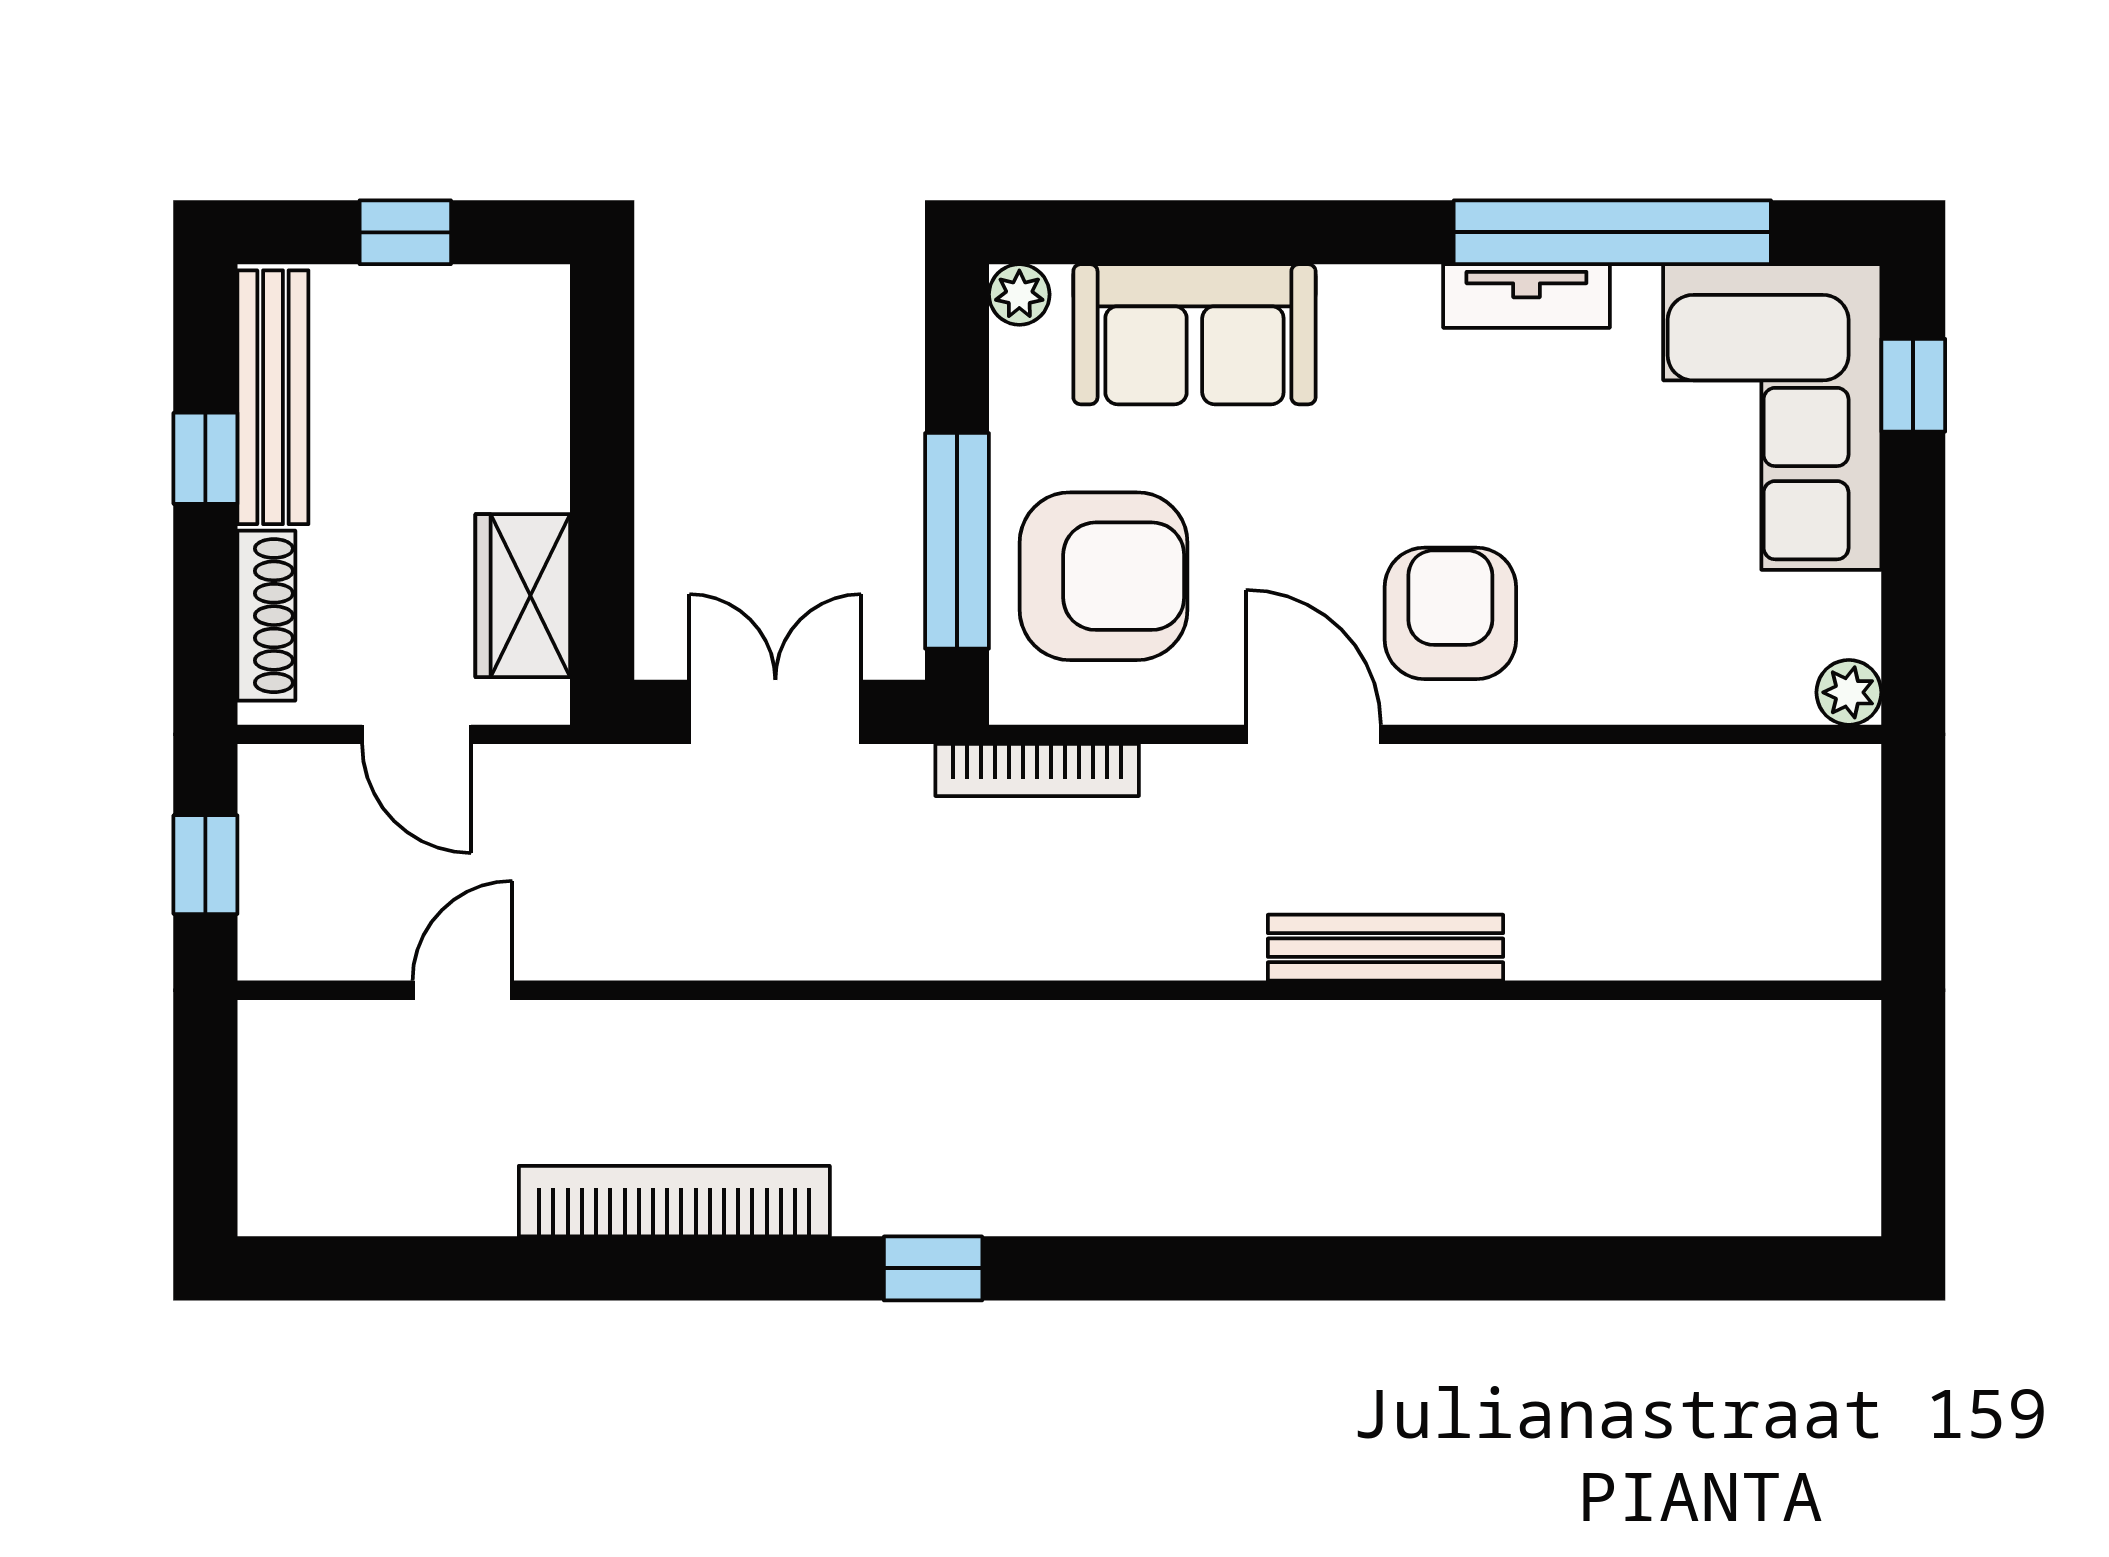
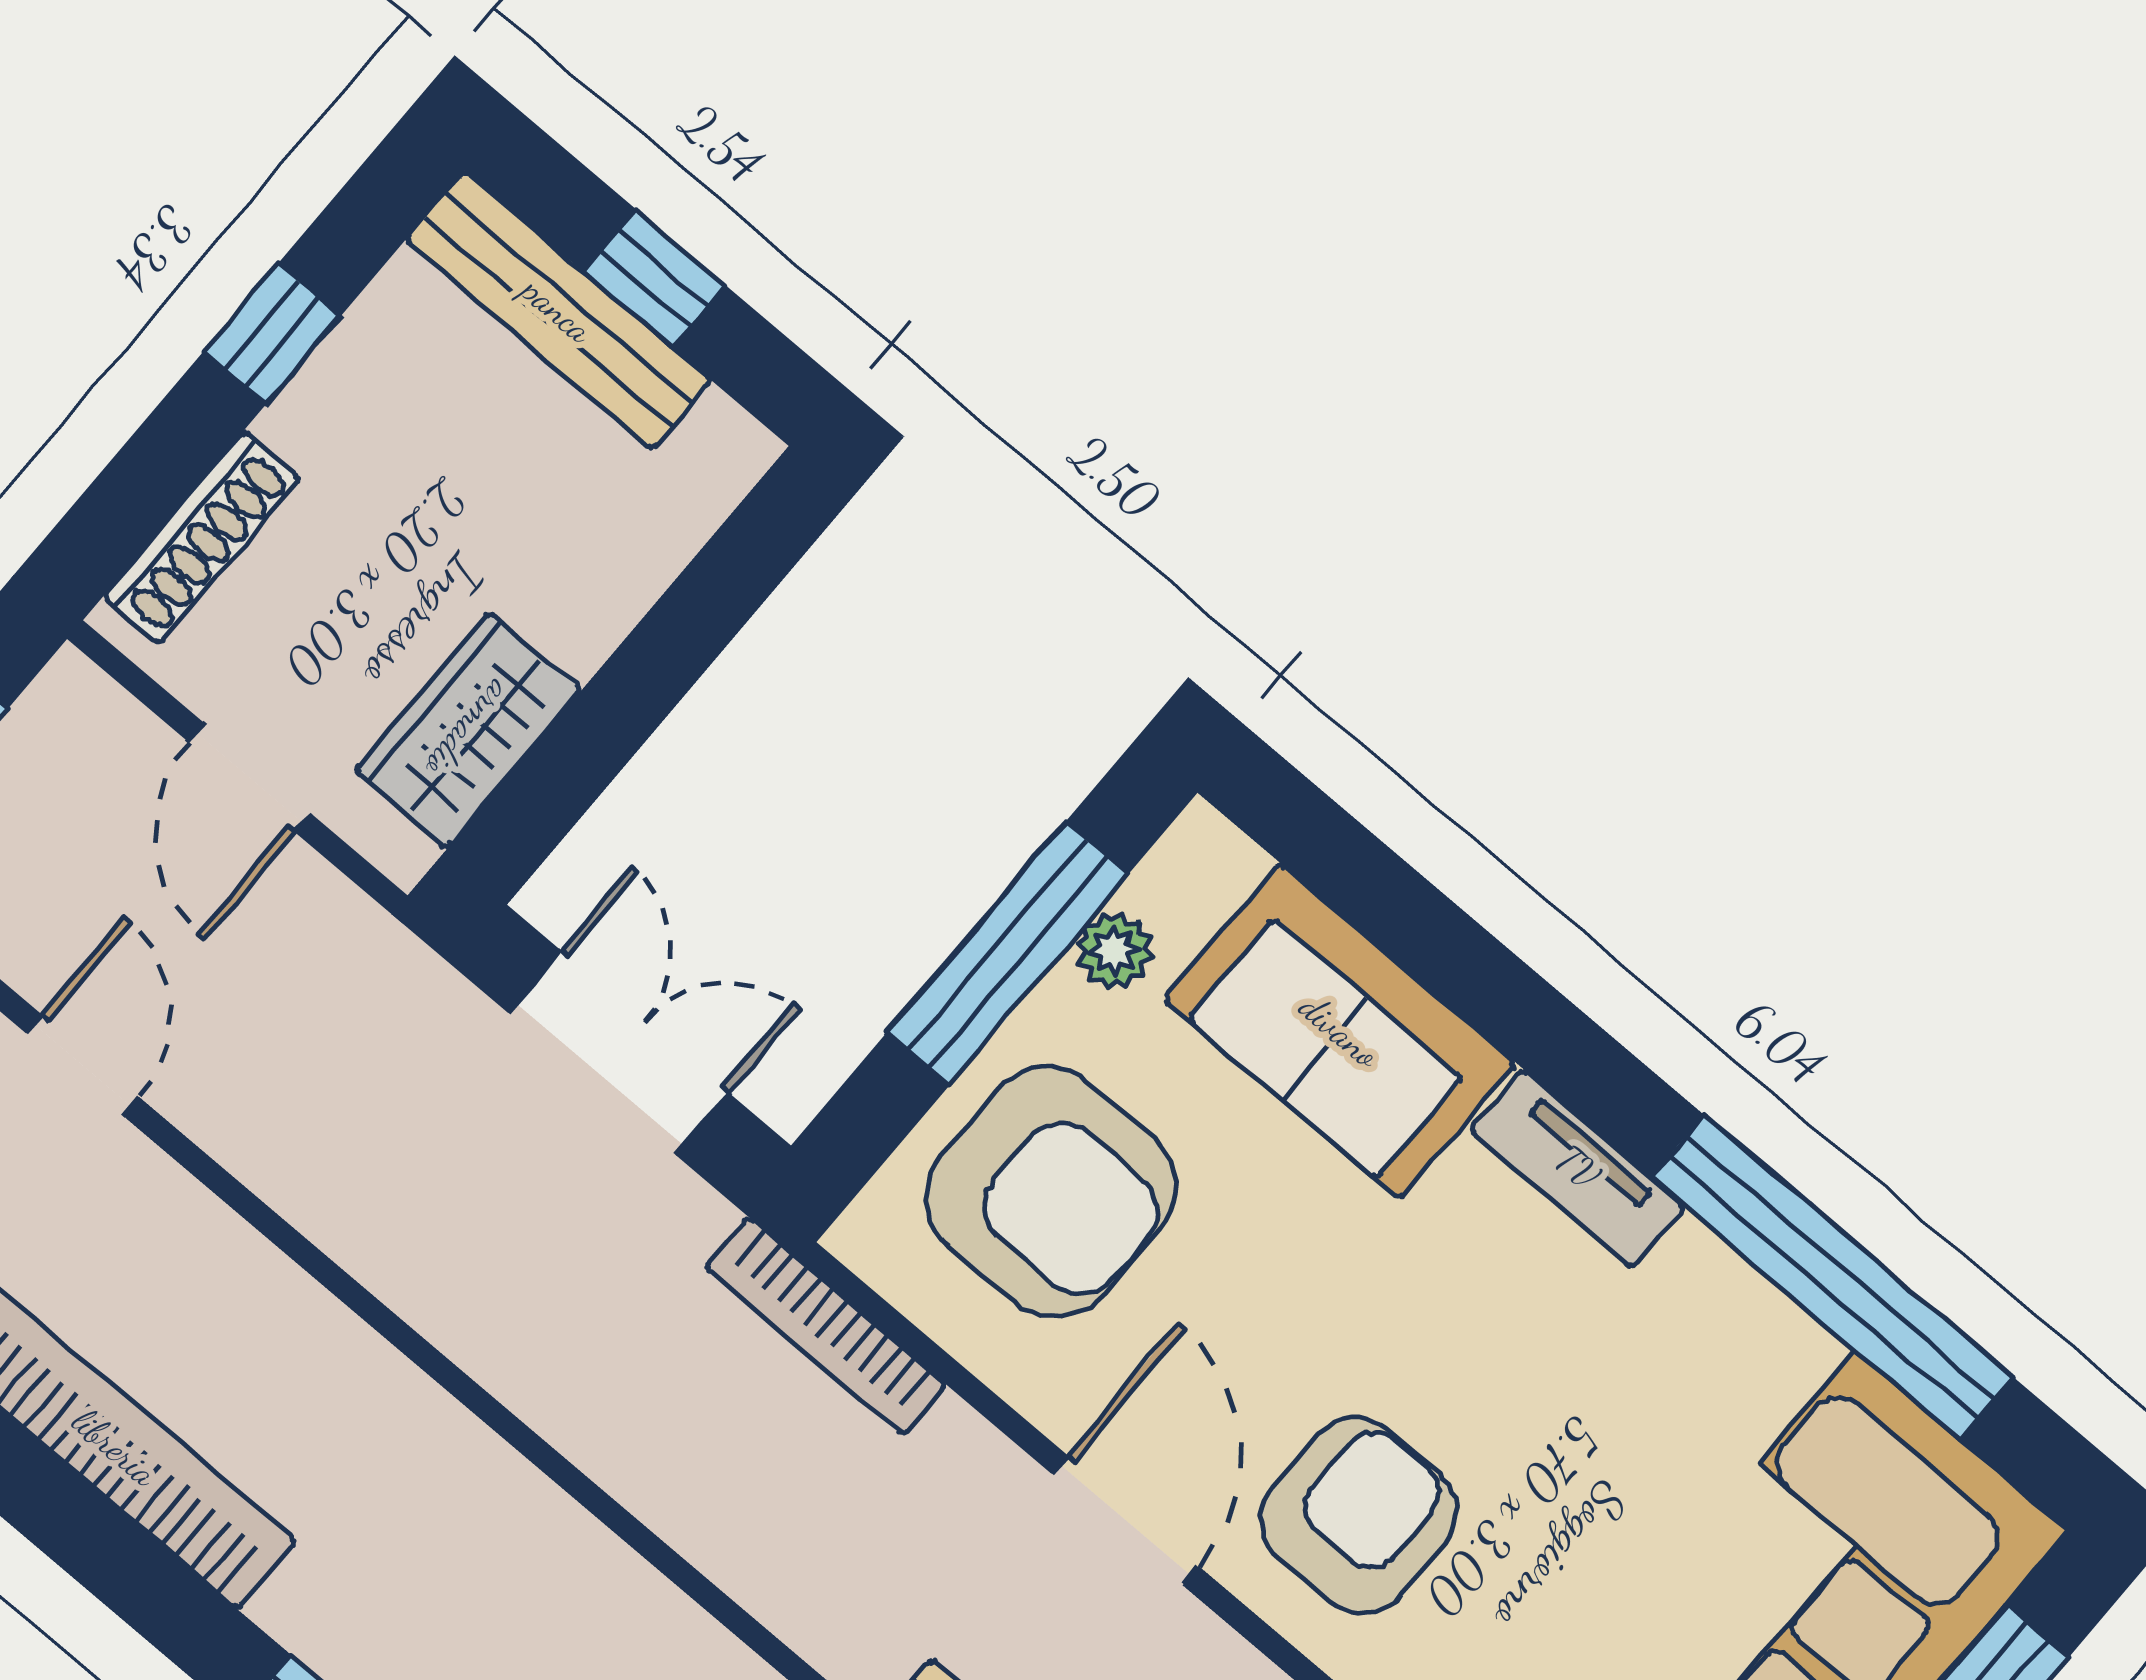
plant: (1019, 294) -> (1114, 951), moved
tv unit: (1526, 296) -> (1578, 1168), moved
bench: (273, 397) -> (558, 310), moved, turned 90
window: (957, 541) -> (1008, 953), moved
door: (462, 990) -> (83, 1065), hinge flipped

